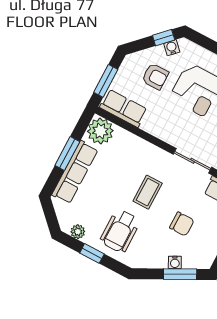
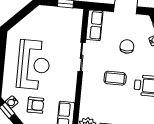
armchair: (155, 77) -> (36, 105), turned 90

